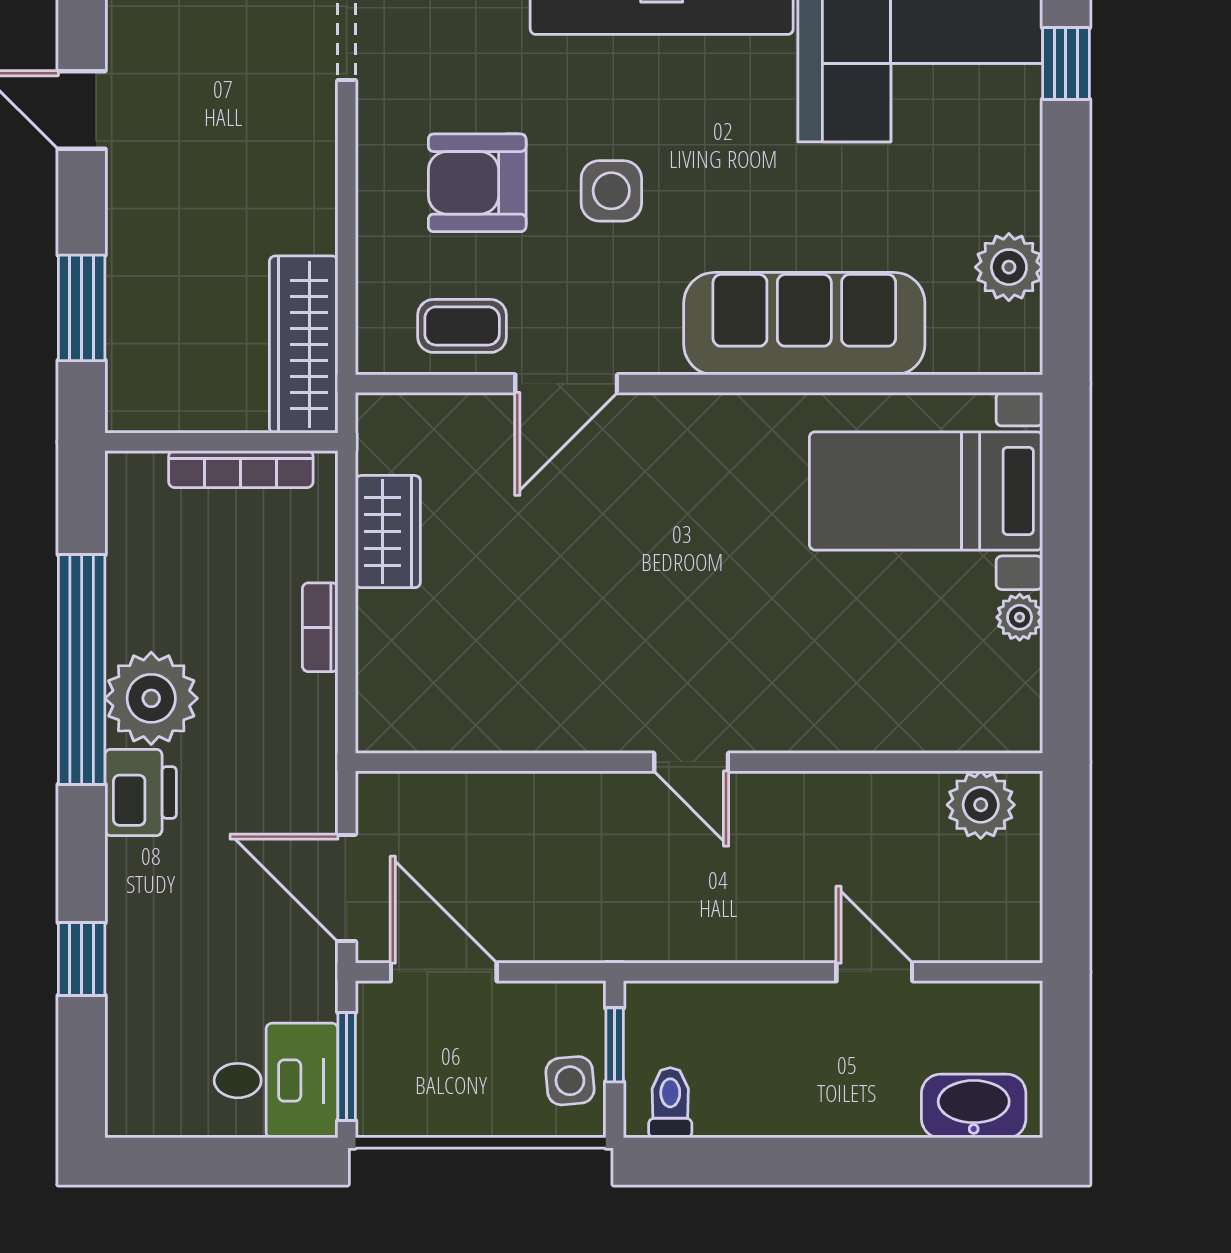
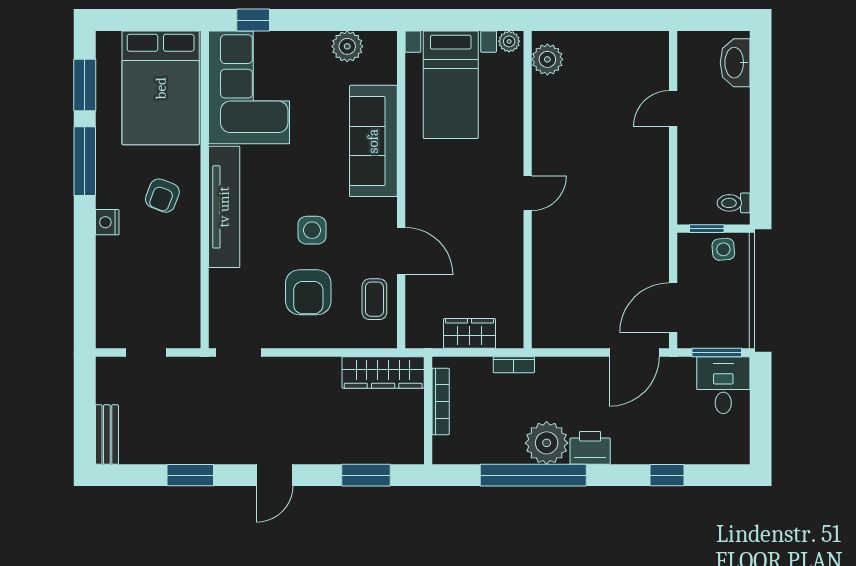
door: (691, 762) -> (528, 193), moved
wall: (699, 762) -> (528, 190), moved
plant: (981, 805) -> (547, 59), moved

